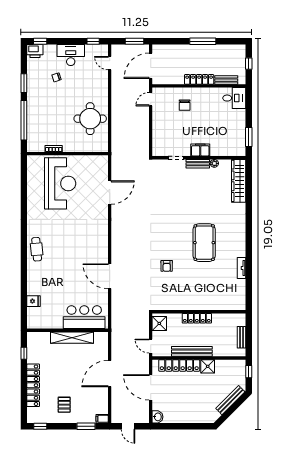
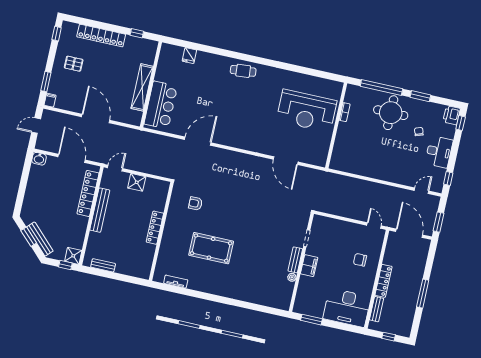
desk: (234, 98) -> (347, 308), width x1.87, depth x1.30
round table: (90, 119) -> (391, 113), moved
wardrobe: (239, 181) -> (268, 299), removed
wall: (199, 312) -> (161, 231), moved
locker: (197, 318) -> (155, 228), moved
shower: (208, 366) -> (73, 256), moved
door: (151, 387) -> (72, 158), hinge flipped
window: (231, 411) -> (29, 237), added

